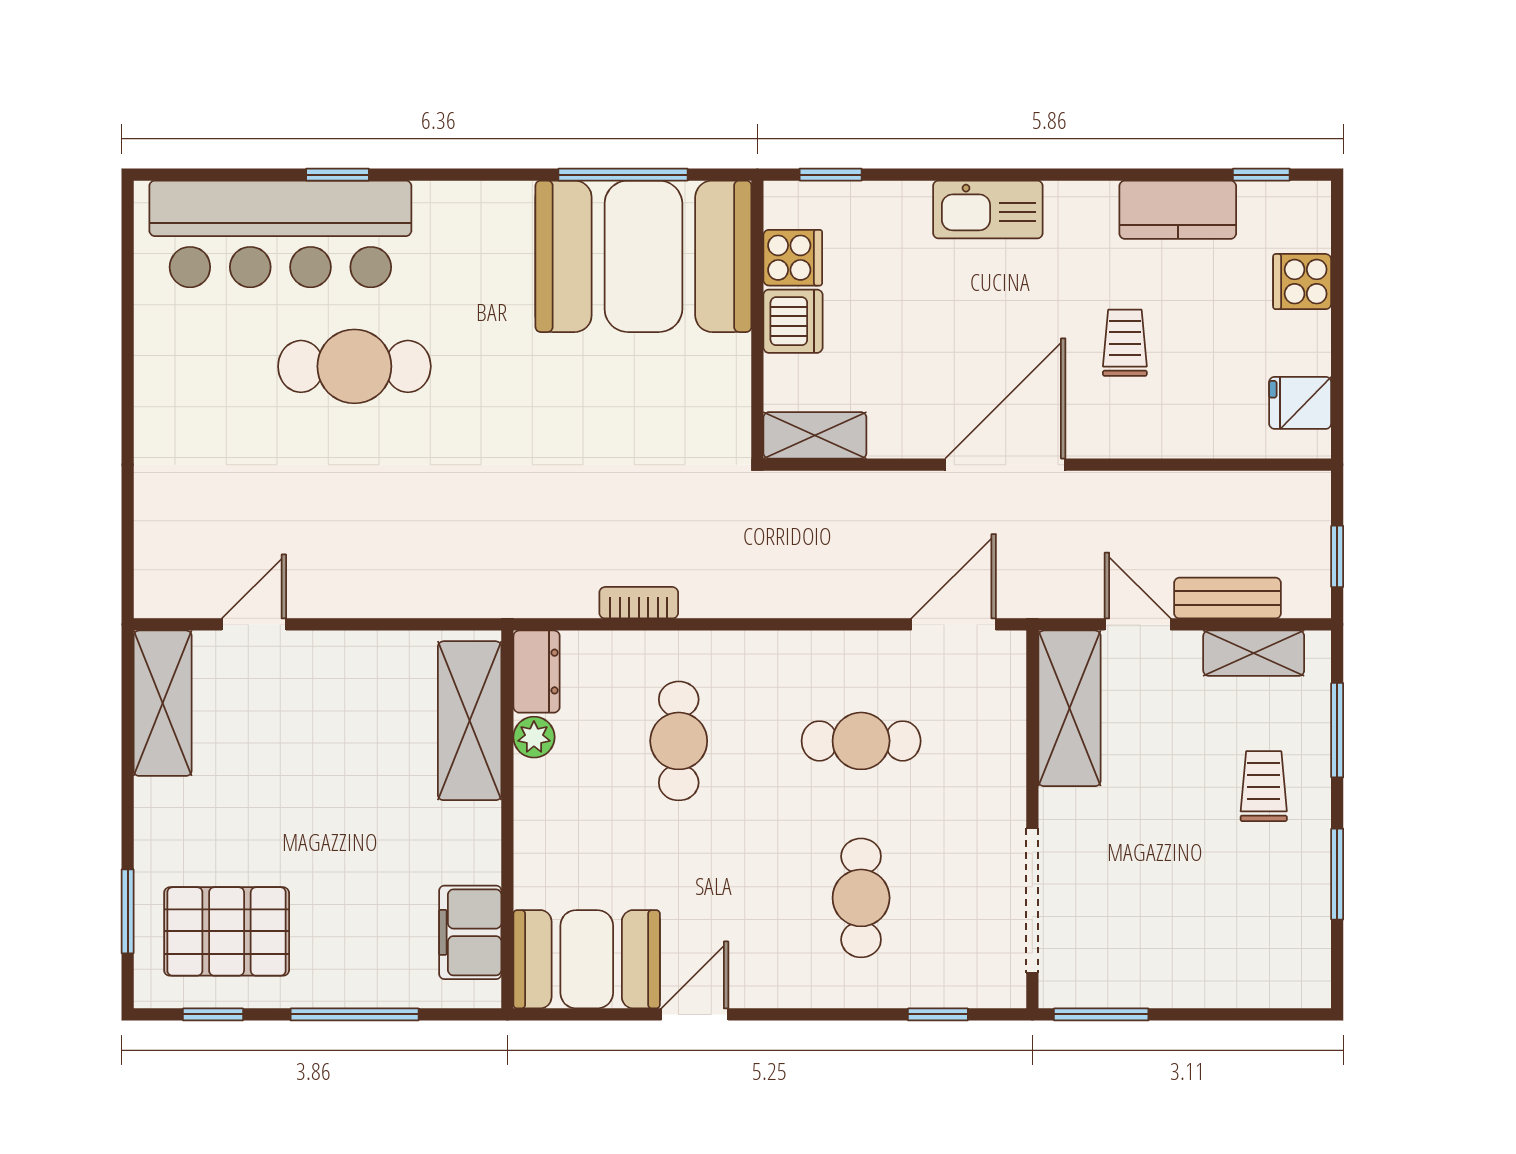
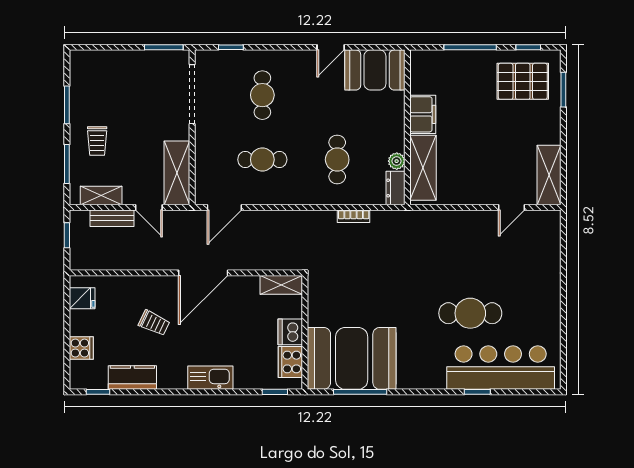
cooker: (793, 258) -> (290, 362), width x1.36
trolley: (1125, 343) -> (154, 323), turned -65
filing cabinet: (470, 932) -> (423, 114), moved

